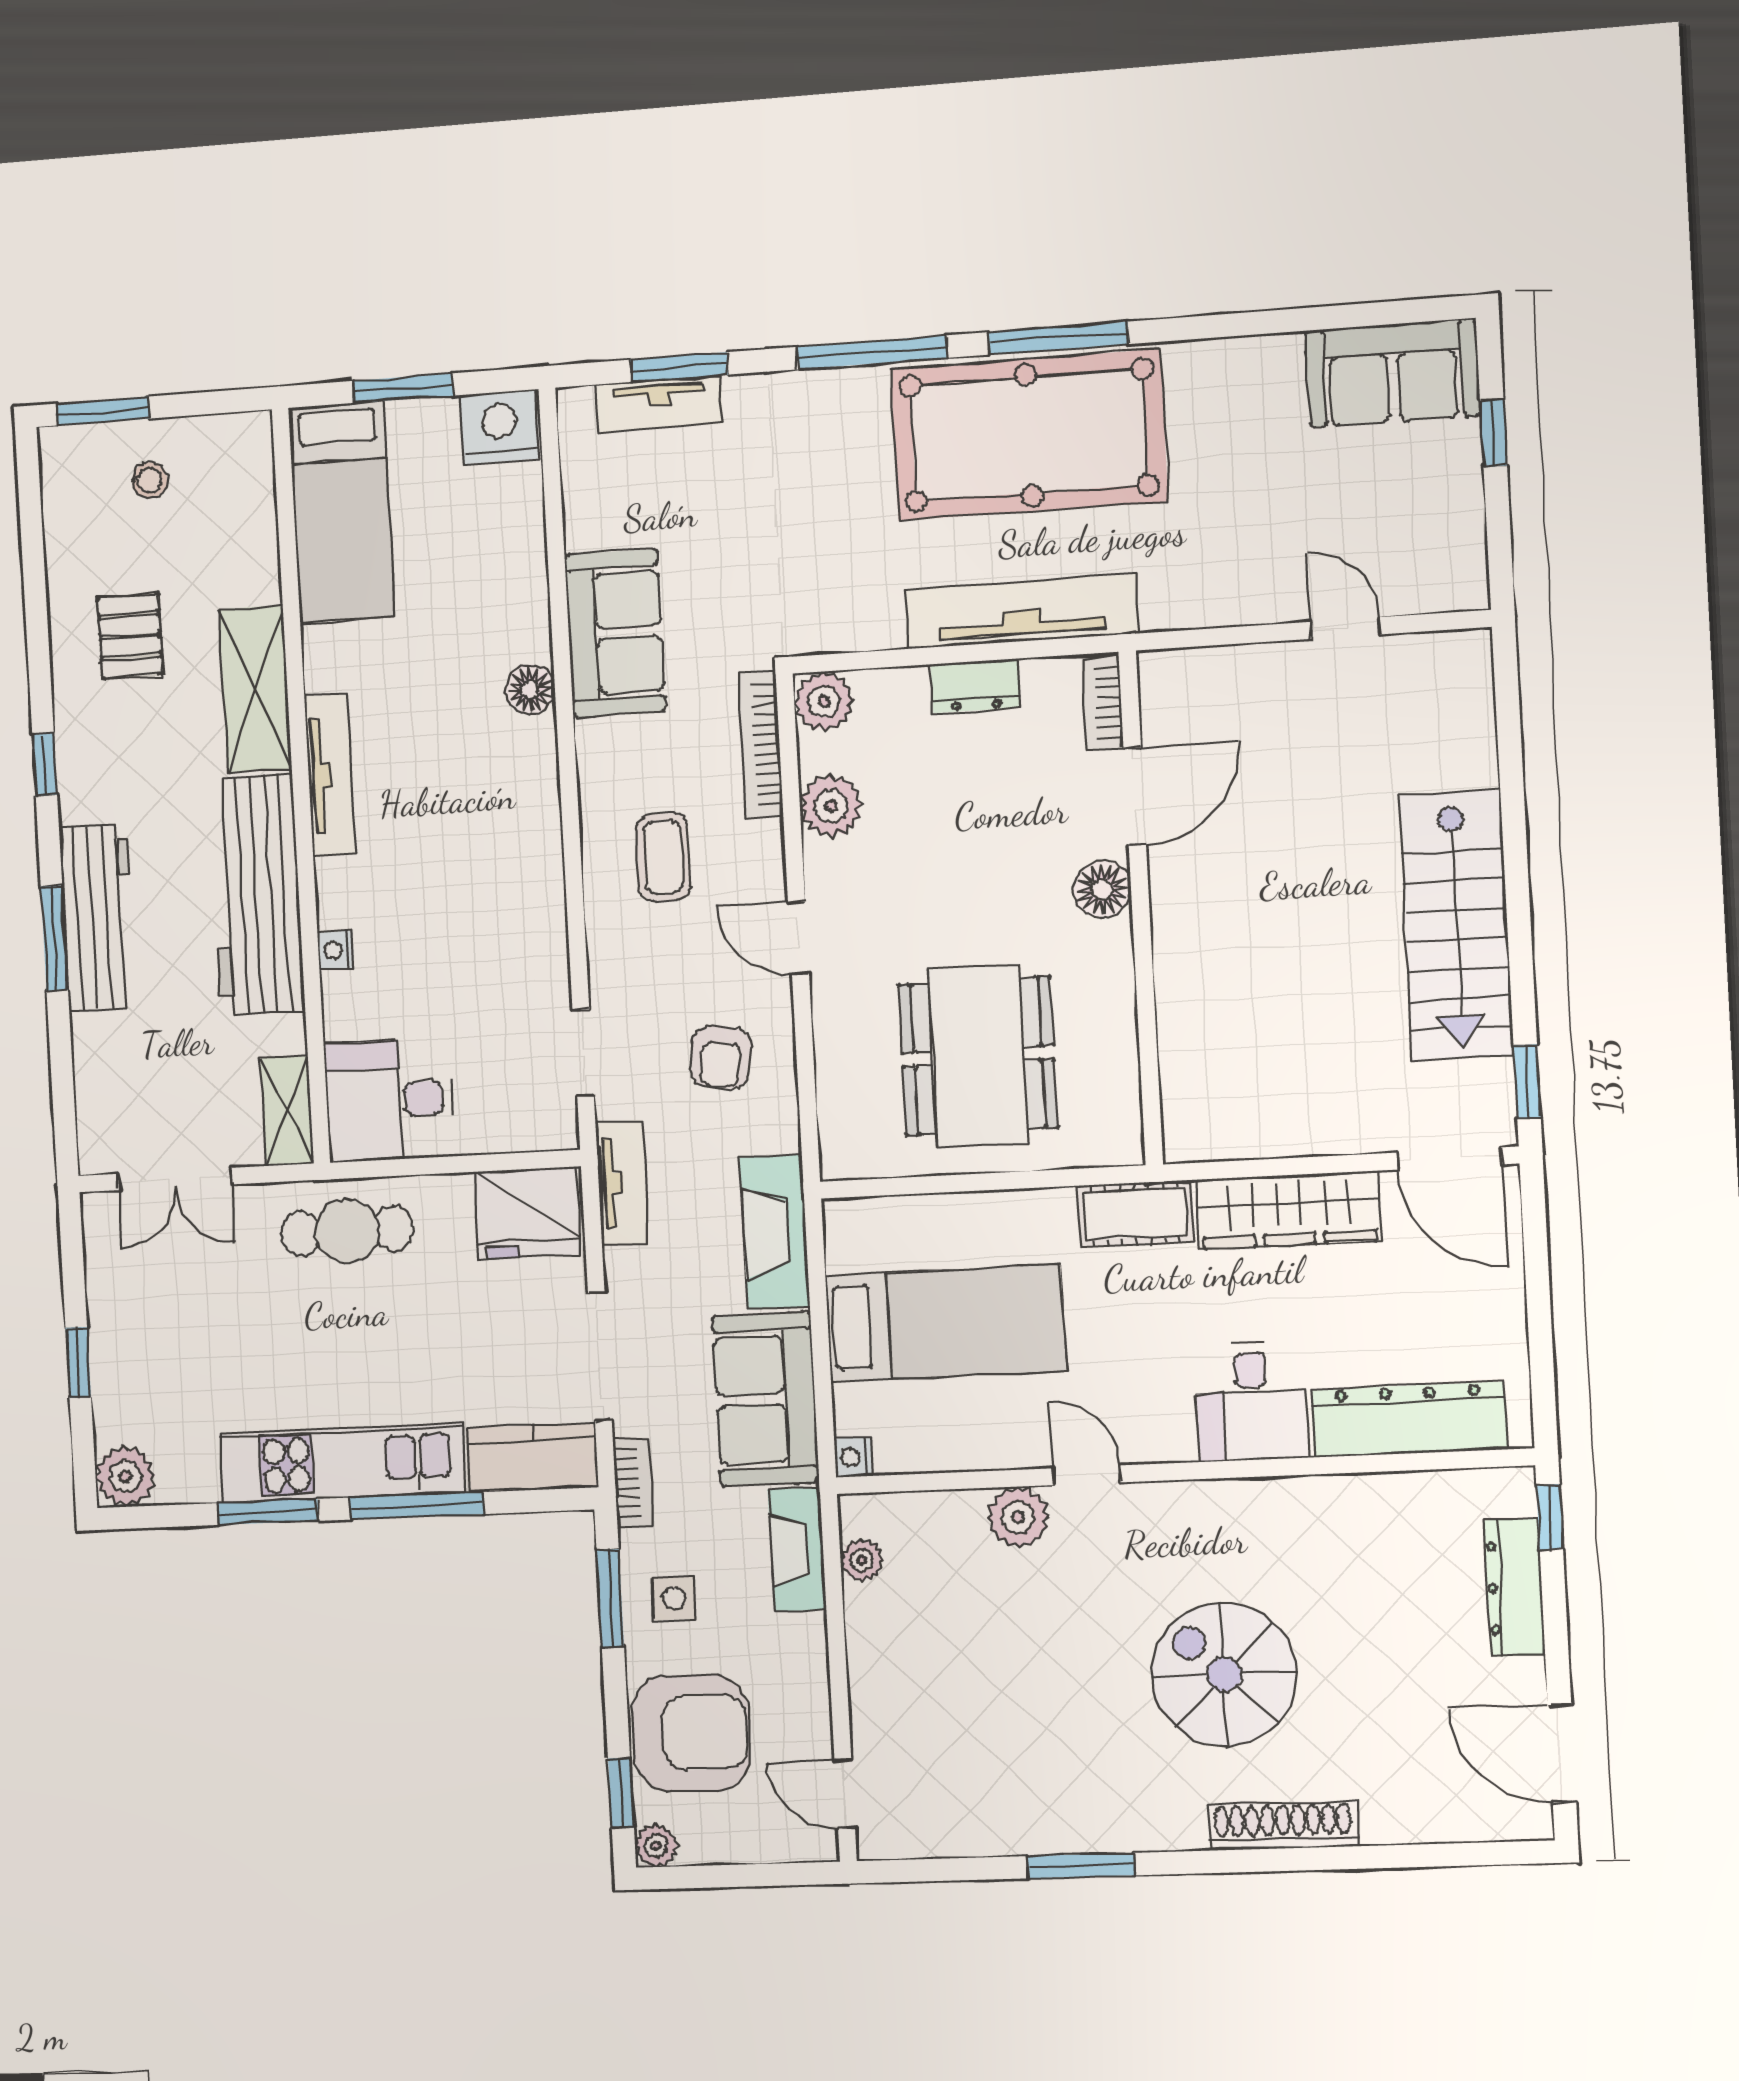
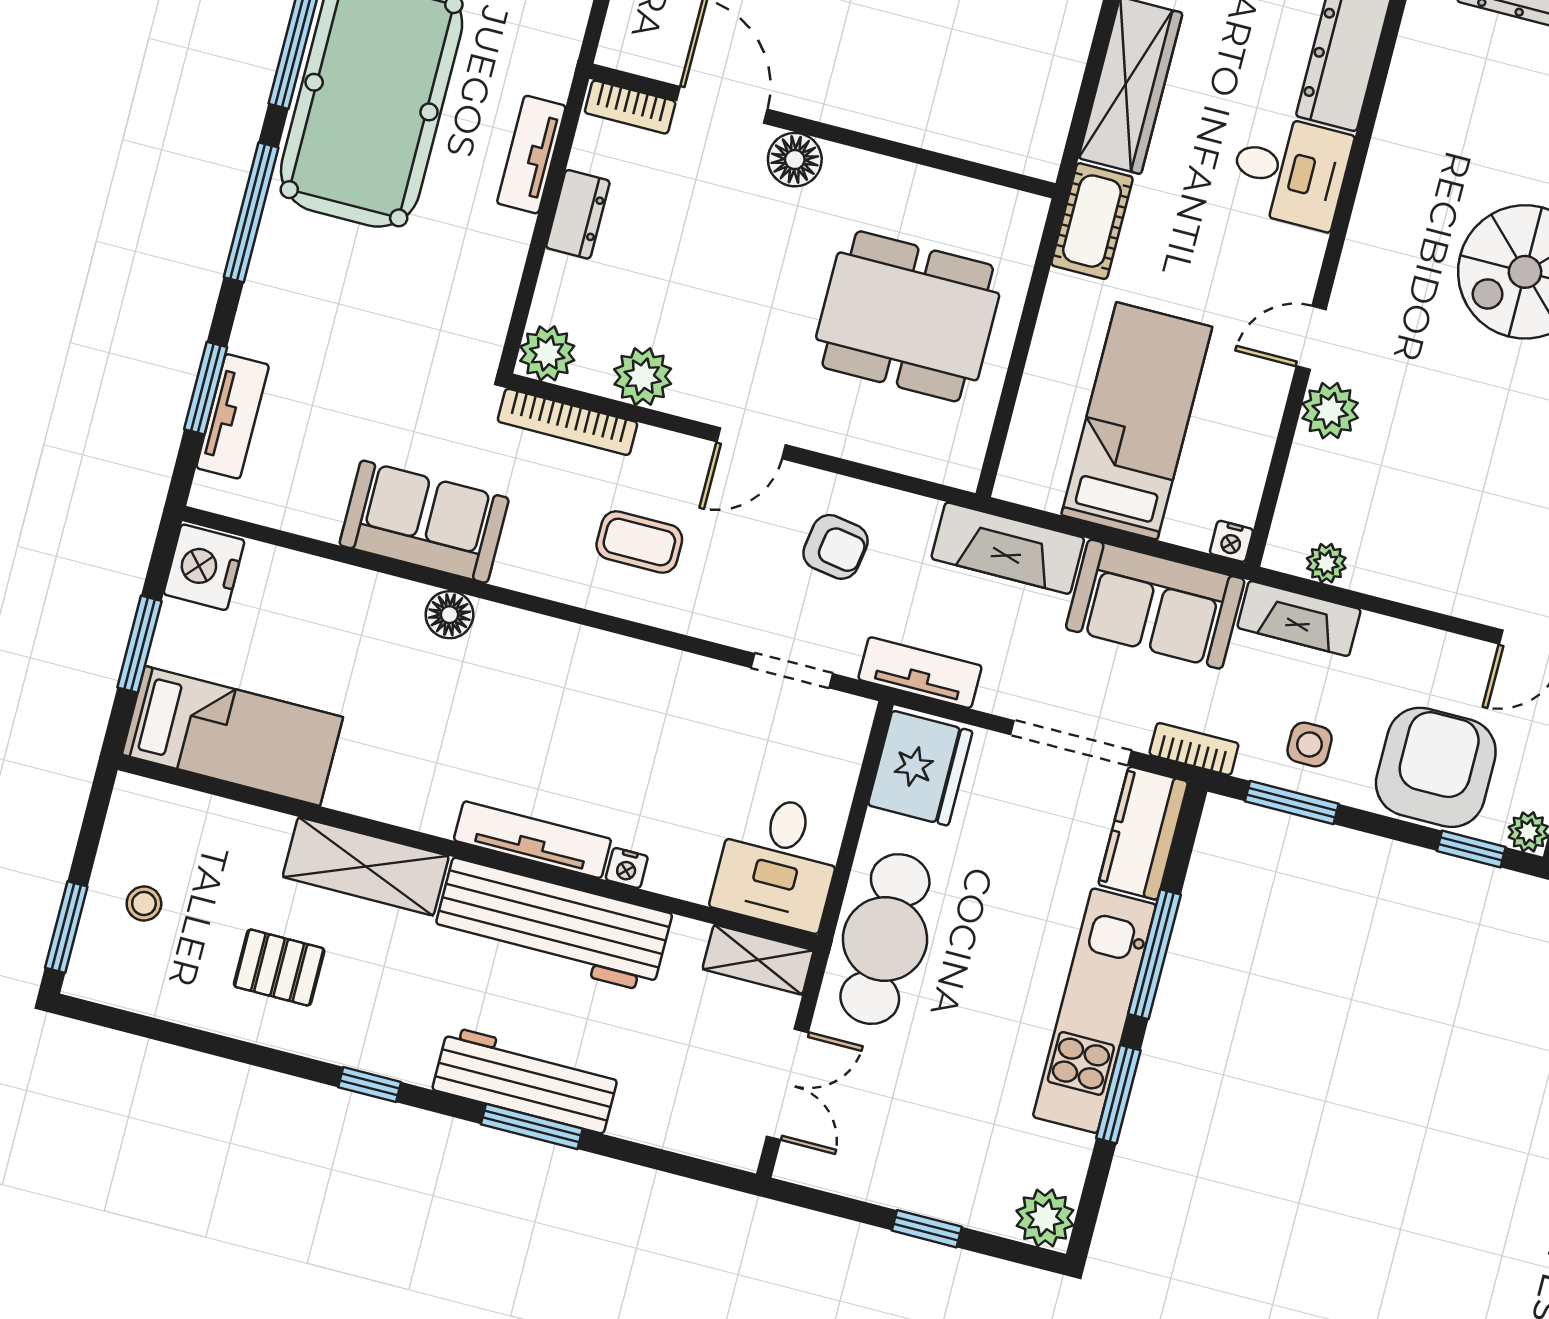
tv unit: (1021, 612) -> (531, 155), width x0.52, depth x0.78
tv unit: (330, 775) -> (532, 840), moved
cafe table: (347, 1231) -> (885, 939), width x1.37, depth x1.35

